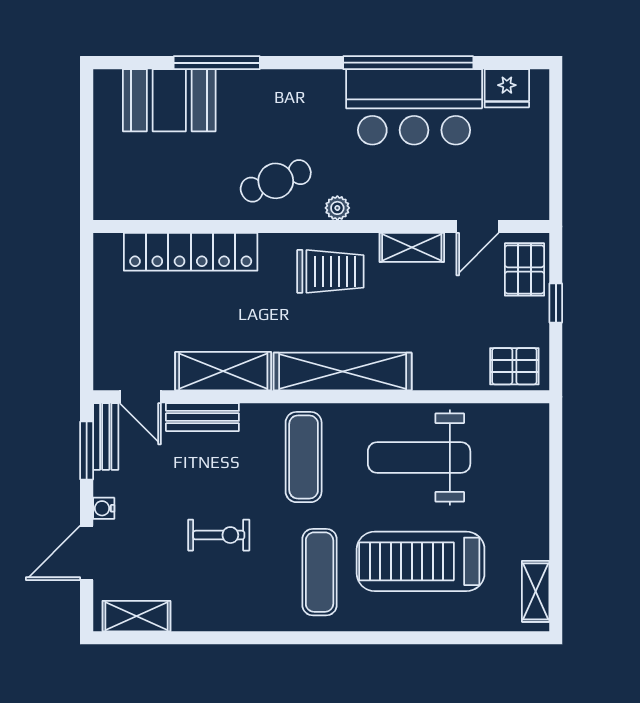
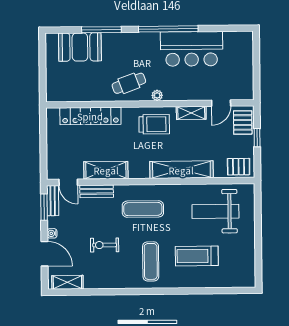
window: (408, 63) -> (168, 29), moved
fridge: (507, 88) -> (234, 40), removed
shelving: (343, 372) -> (181, 170), moved
exercise mat: (304, 457) -> (143, 209), turned 90
weight bench: (419, 458) -> (215, 211), moved
exercise bike: (219, 535) -> (105, 245), turned 180
door: (87, 553) -> (44, 254), swing flipped
treadmill: (421, 561) -> (197, 256), width x0.73, depth x0.73
shelving: (536, 591) -> (249, 269), removed

